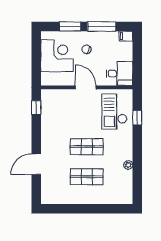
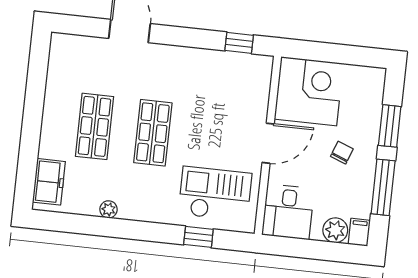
plant: (126, 48) -> (335, 230), added
corner desk: (57, 56) -> (309, 91), moved, turned -90
freezer: (117, 197) -> (49, 182), added

